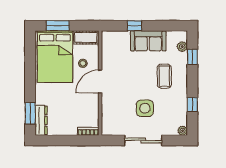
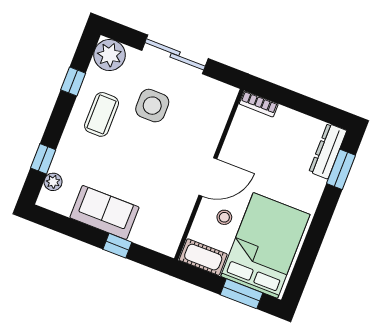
coffee table: (164, 76) -> (102, 114), moved
plant: (183, 131) -> (109, 55), width x1.88, depth x1.88

